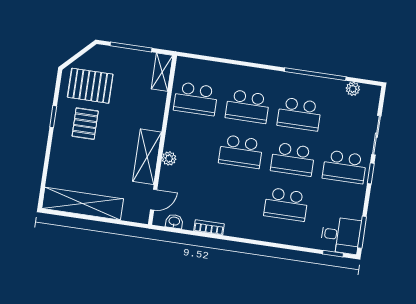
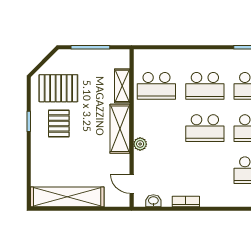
shelving: (162, 72) -> (122, 86), moved
shelving: (147, 157) -> (120, 129), moved
door: (154, 200) -> (132, 184), swing flipped

